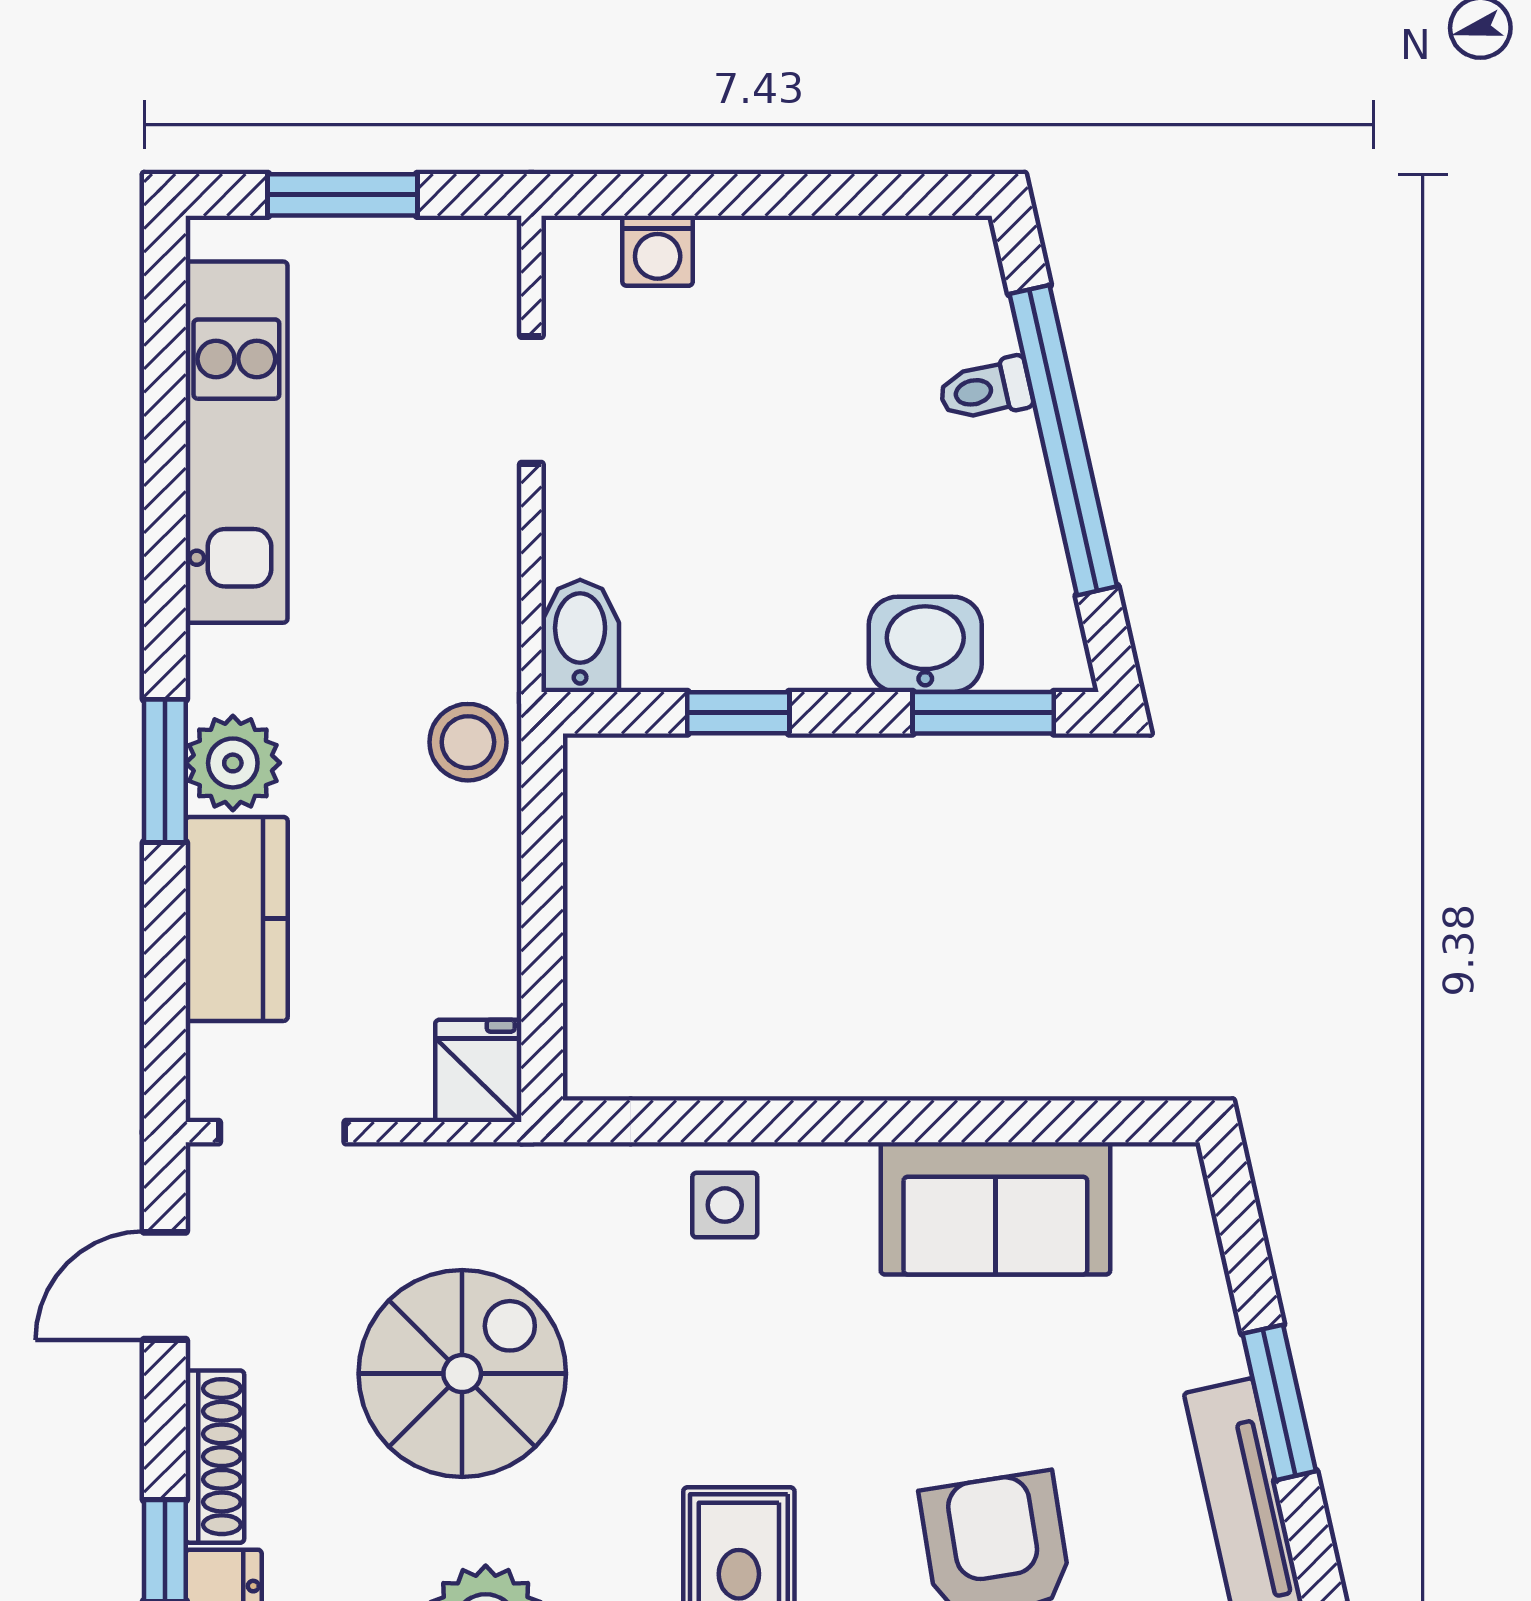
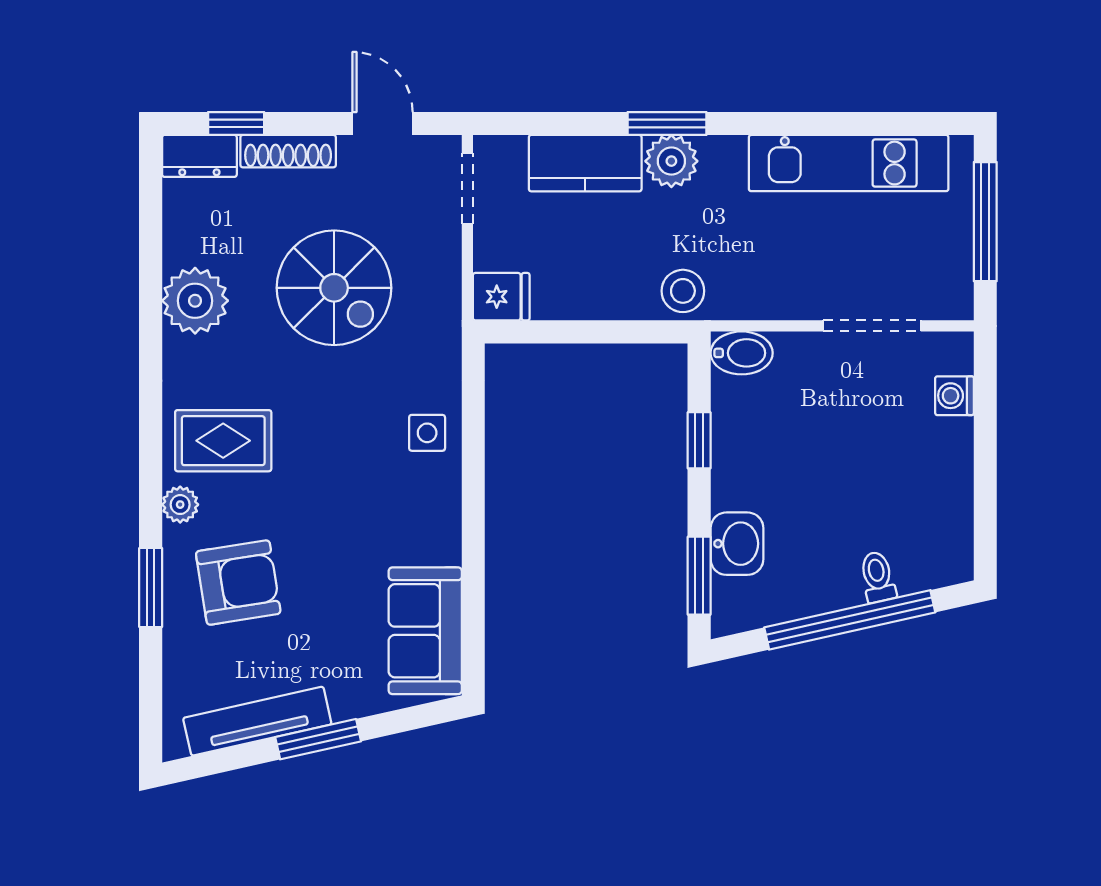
window: (343, 195) -> (985, 222), width x1.44
doorway: (531, 400) -> (872, 326), width x1.38
sofa: (995, 1208) -> (425, 631), moved

